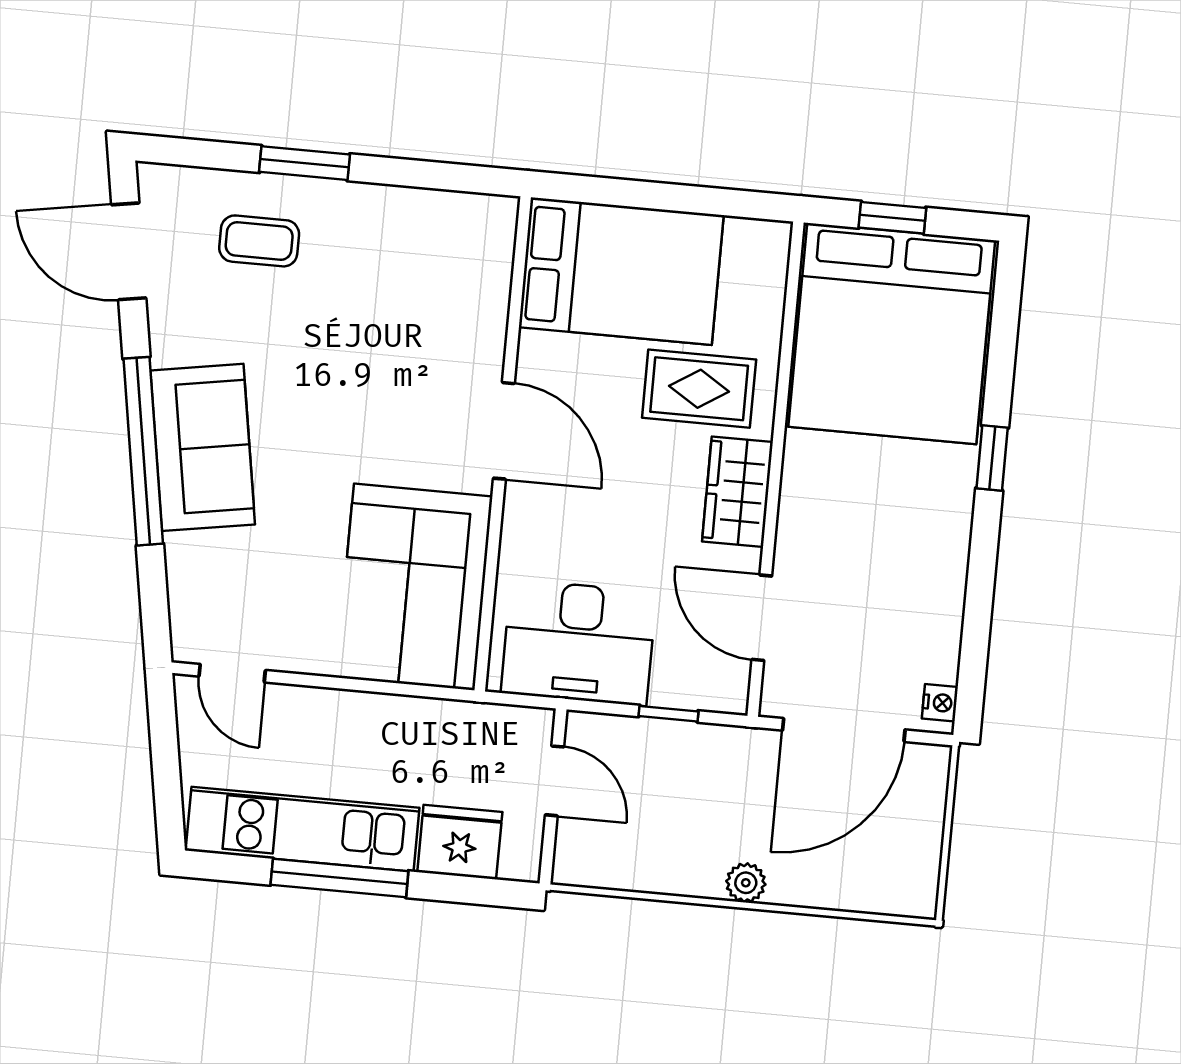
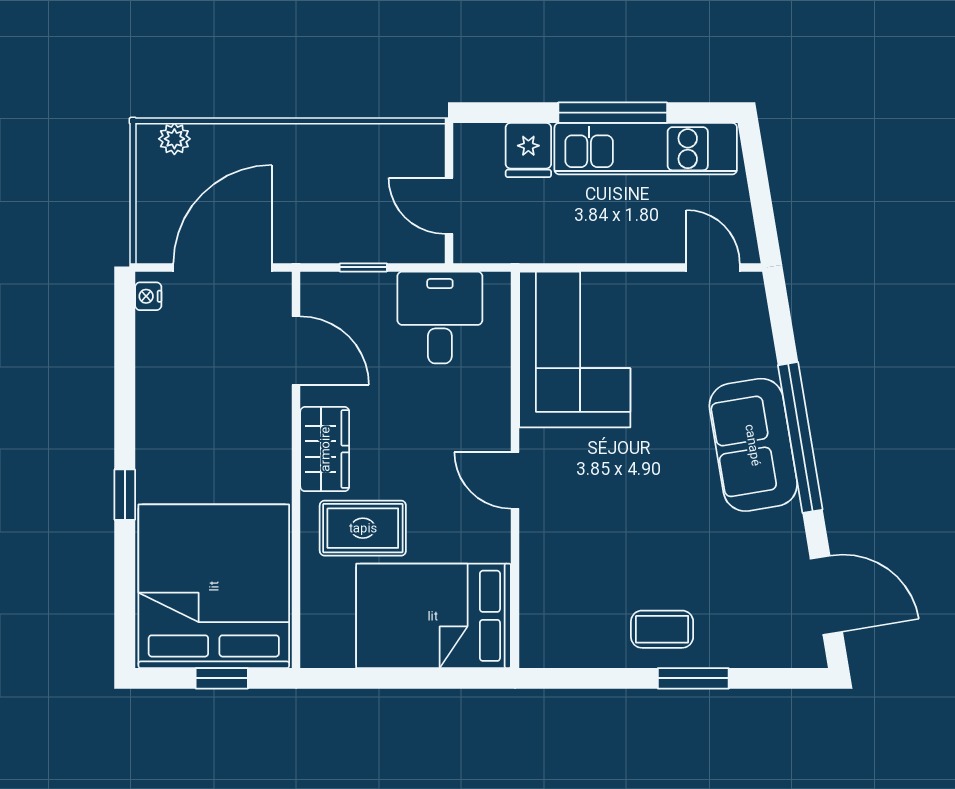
coffee table: (259, 241) -> (662, 629), moved
door: (504, 431) -> (515, 480), width x0.73
desk: (579, 642) -> (440, 317), width x0.73
fridge: (460, 842) -> (528, 150), width x0.72
plant: (746, 883) -> (174, 139), moved

